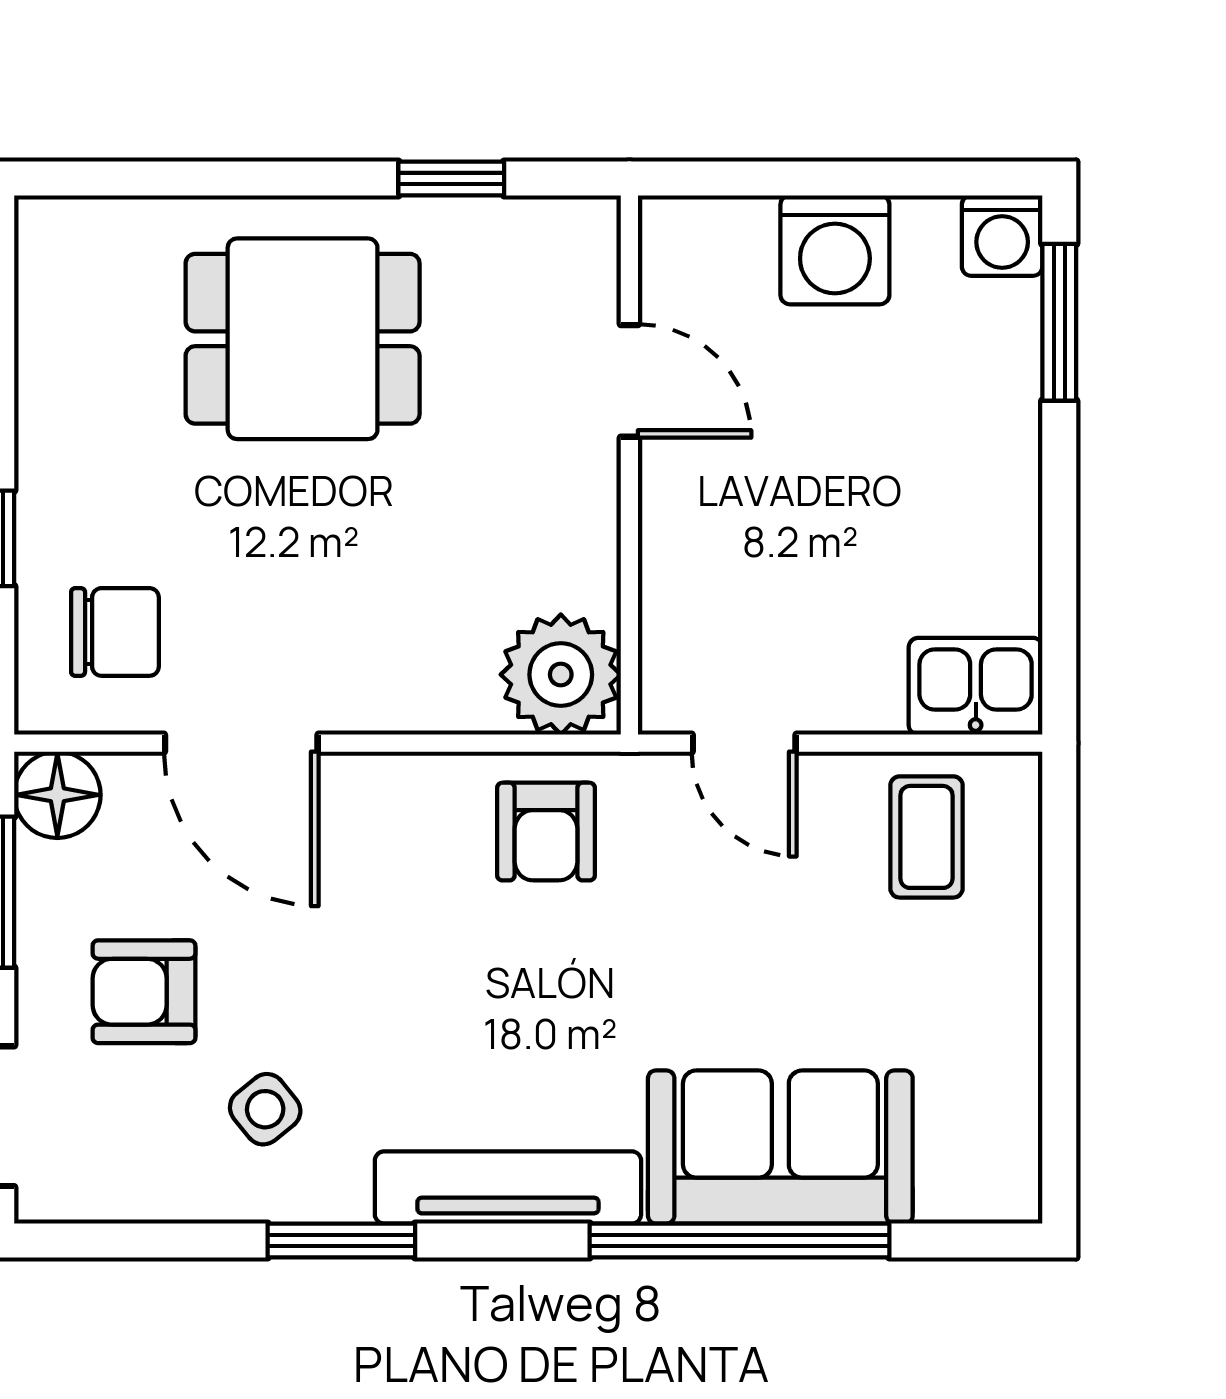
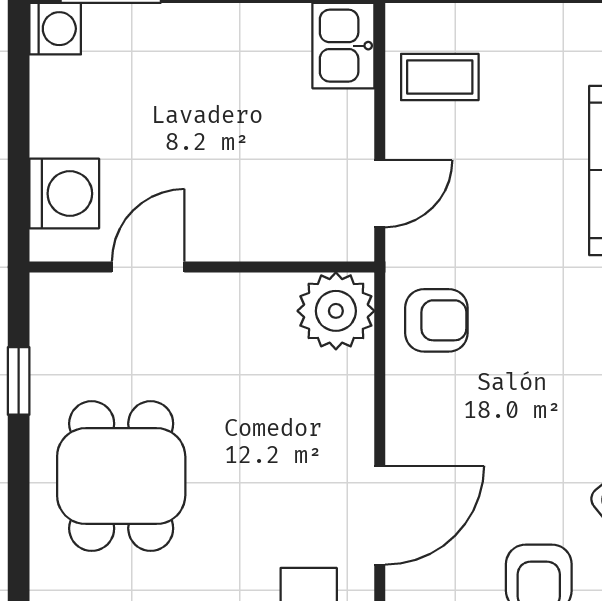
washing machine: (835, 250) -> (64, 194), moved

